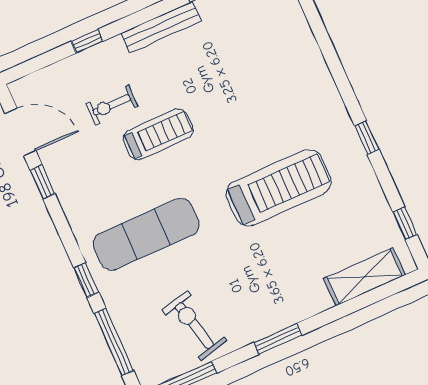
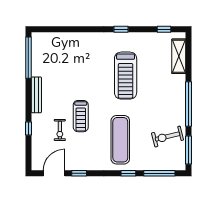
treadmill: (158, 134) -> (81, 116), turned 180
treadmill: (279, 188) -> (126, 76), turned 180
window: (278, 339) -> (189, 104), width x2.11

